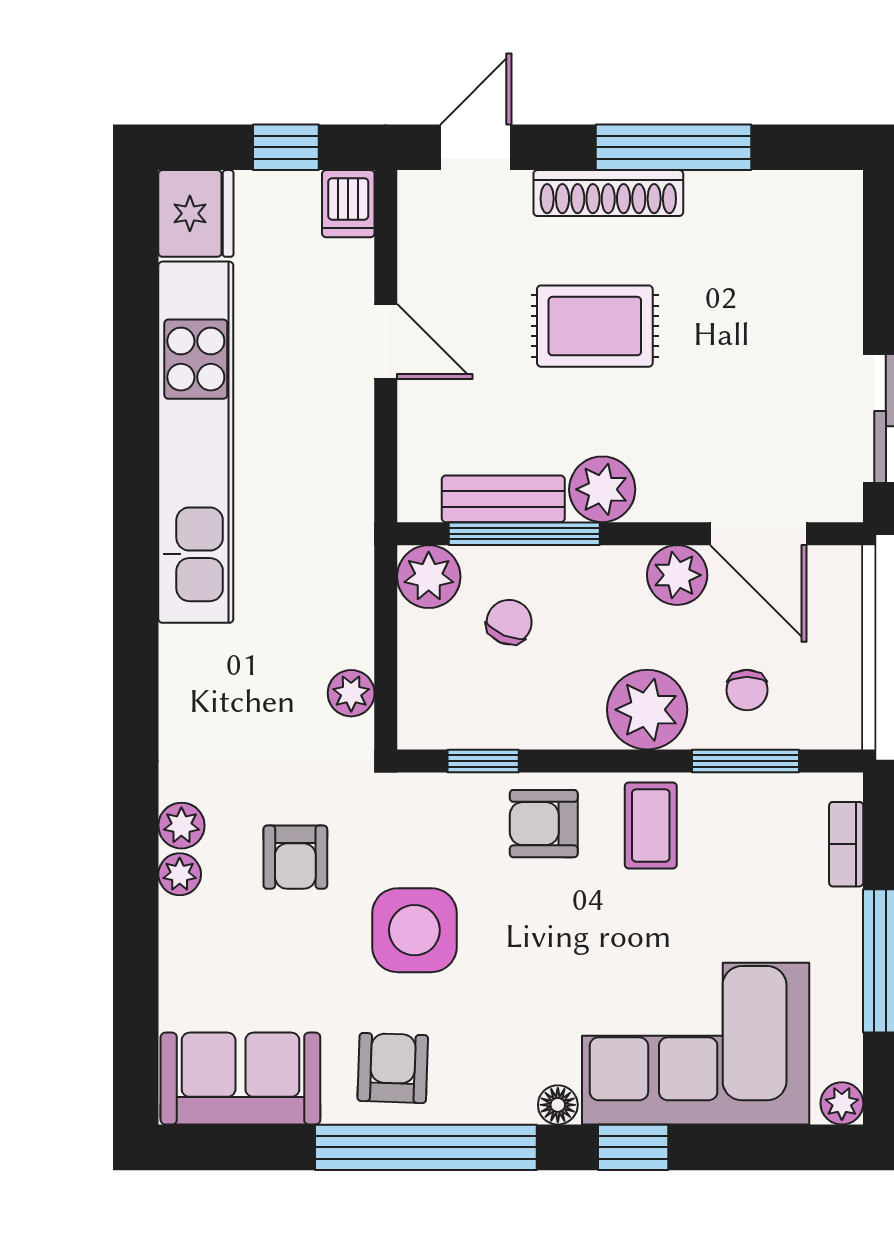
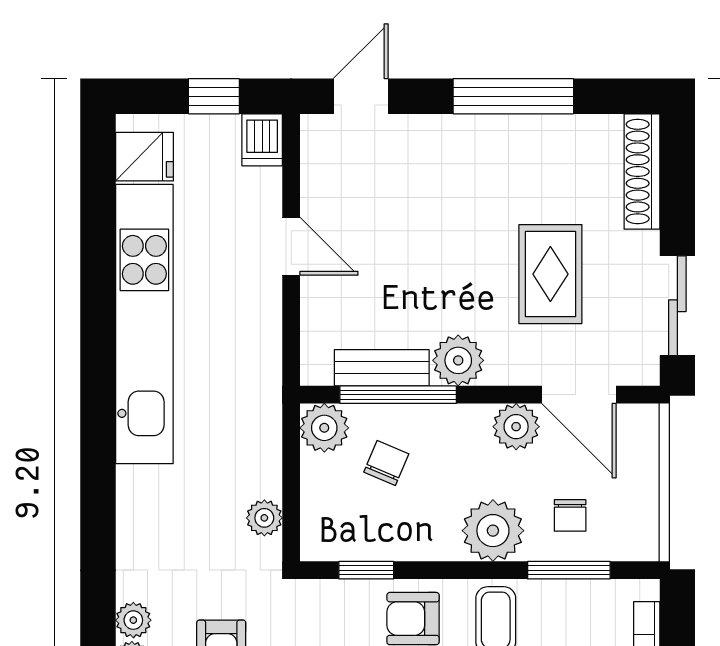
shoe rack: (608, 193) -> (642, 172), moved, turned 90
fridge: (196, 213) -> (144, 157), width x0.72
rug: (595, 326) -> (550, 274), moved, turned 90

